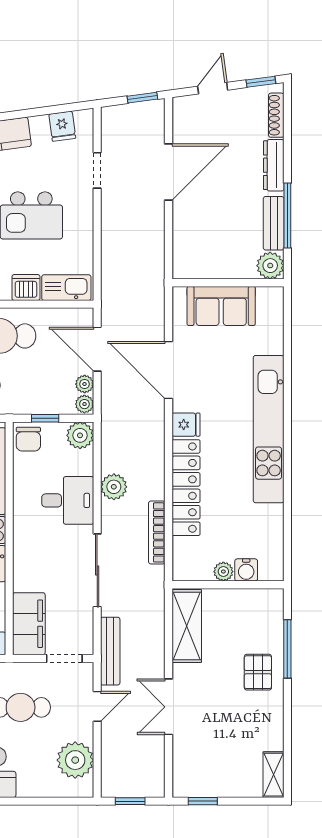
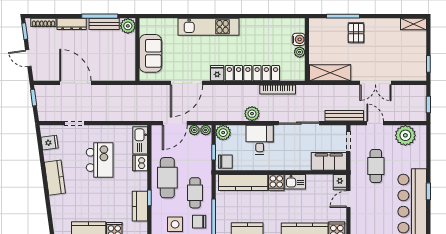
kitchen unit: (269, 429) -> (209, 27), width x0.73
pallet: (258, 672) -> (356, 33), turned 90

